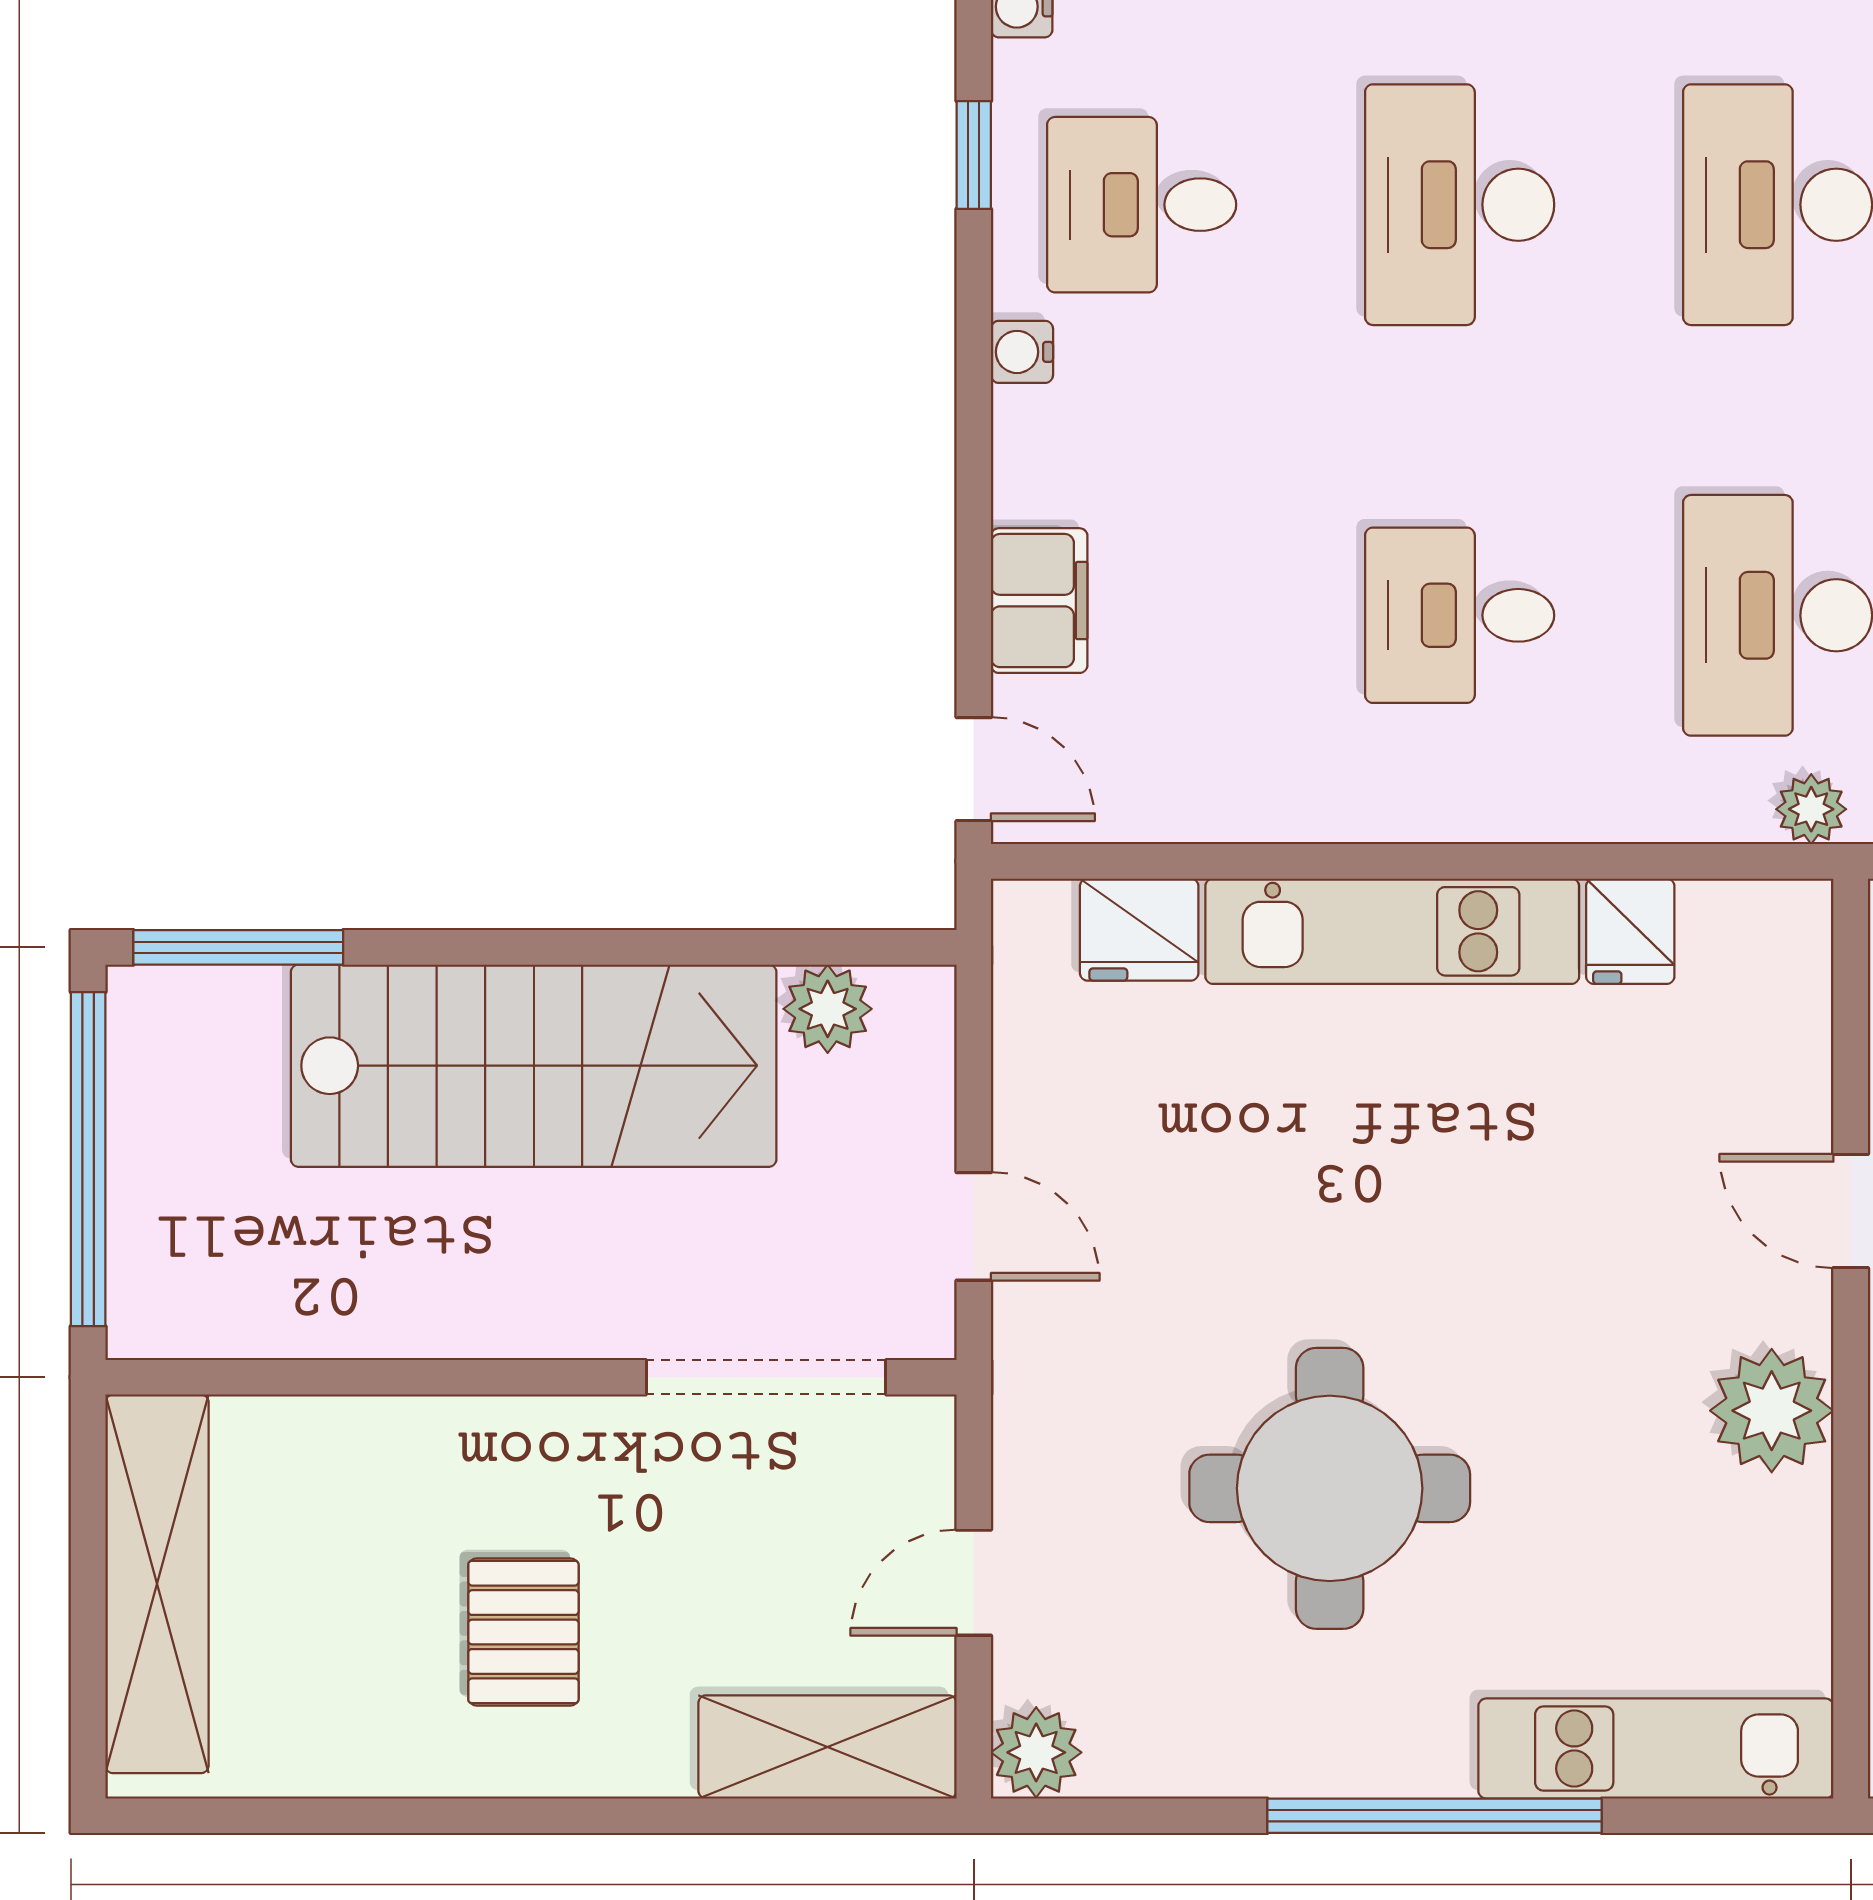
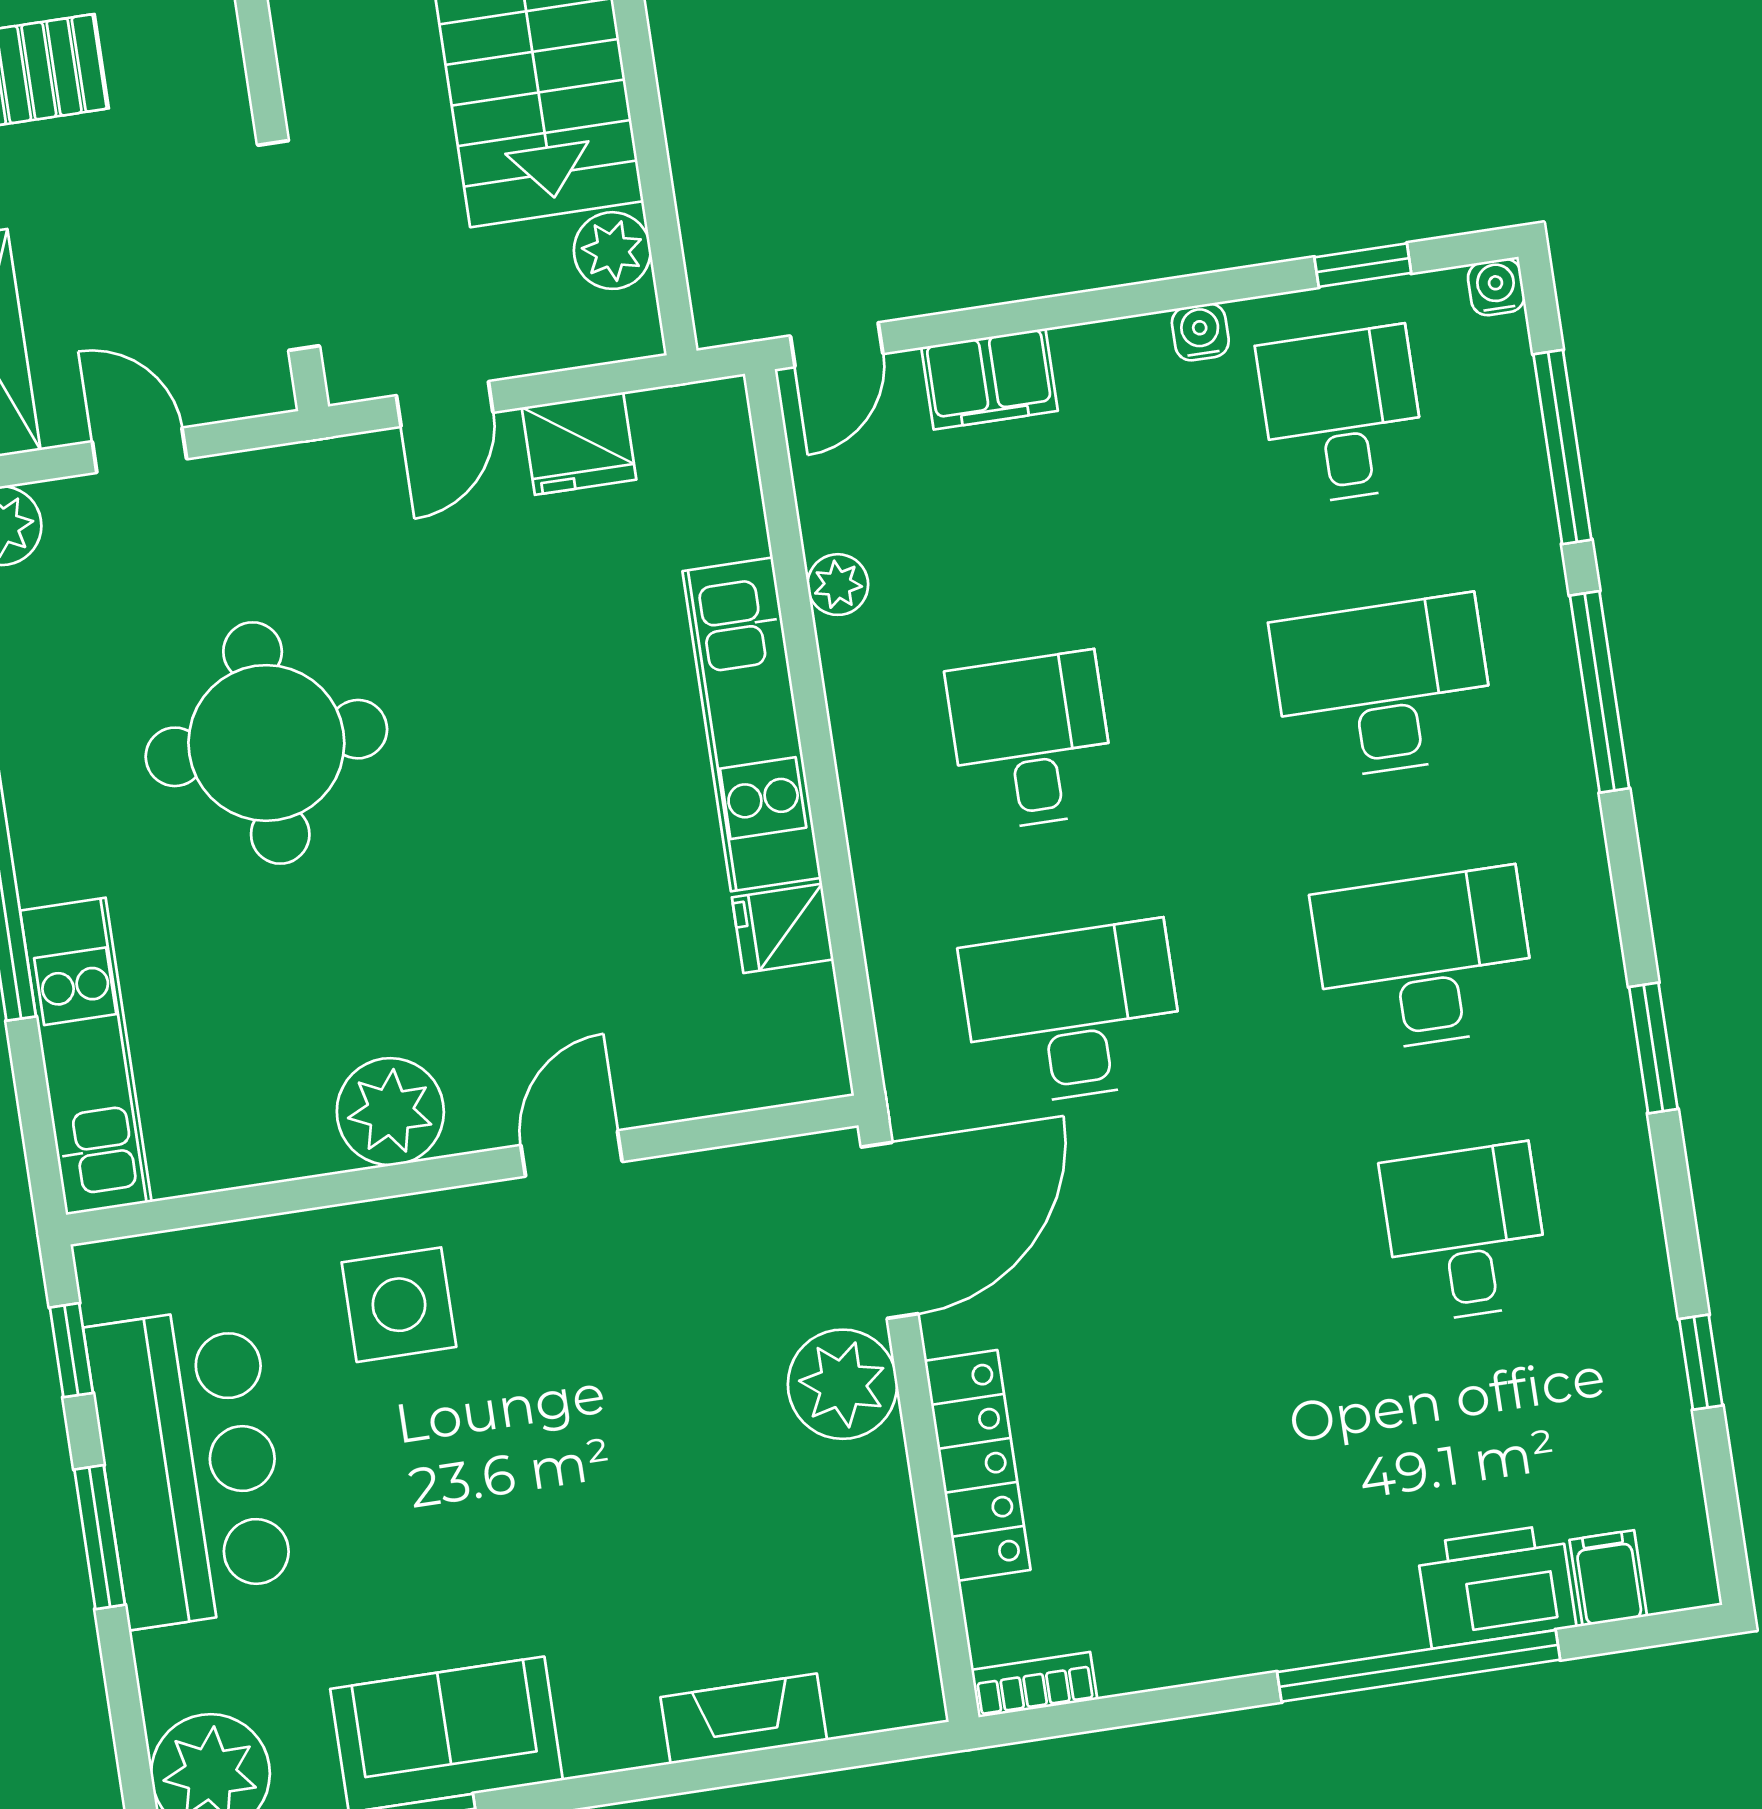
plant: (1811, 809) -> (838, 585), moved
fridge: (1139, 930) -> (579, 444), moved, turned -90

